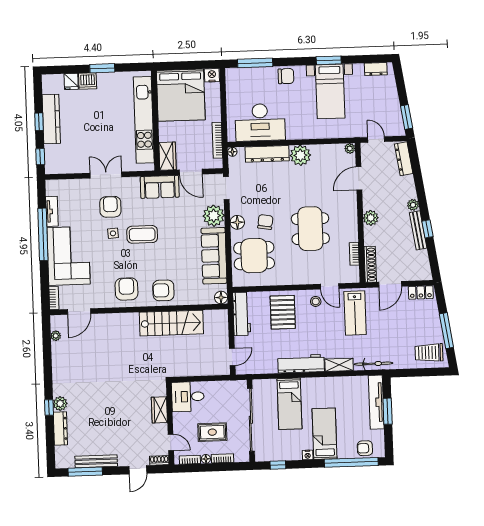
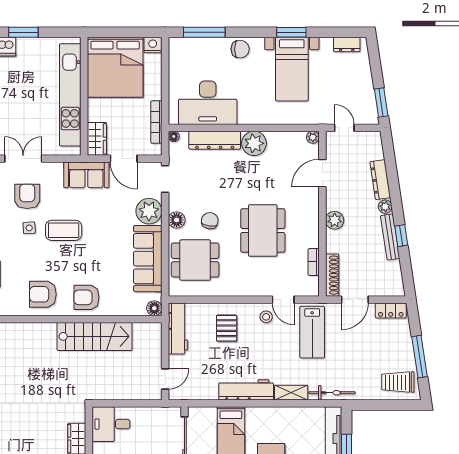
dresser: (404, 159) -> (380, 180), moved
armchair: (127, 289) -> (43, 294), turned -90
pallet: (283, 312) -> (227, 328), width x0.67, depth x0.71

